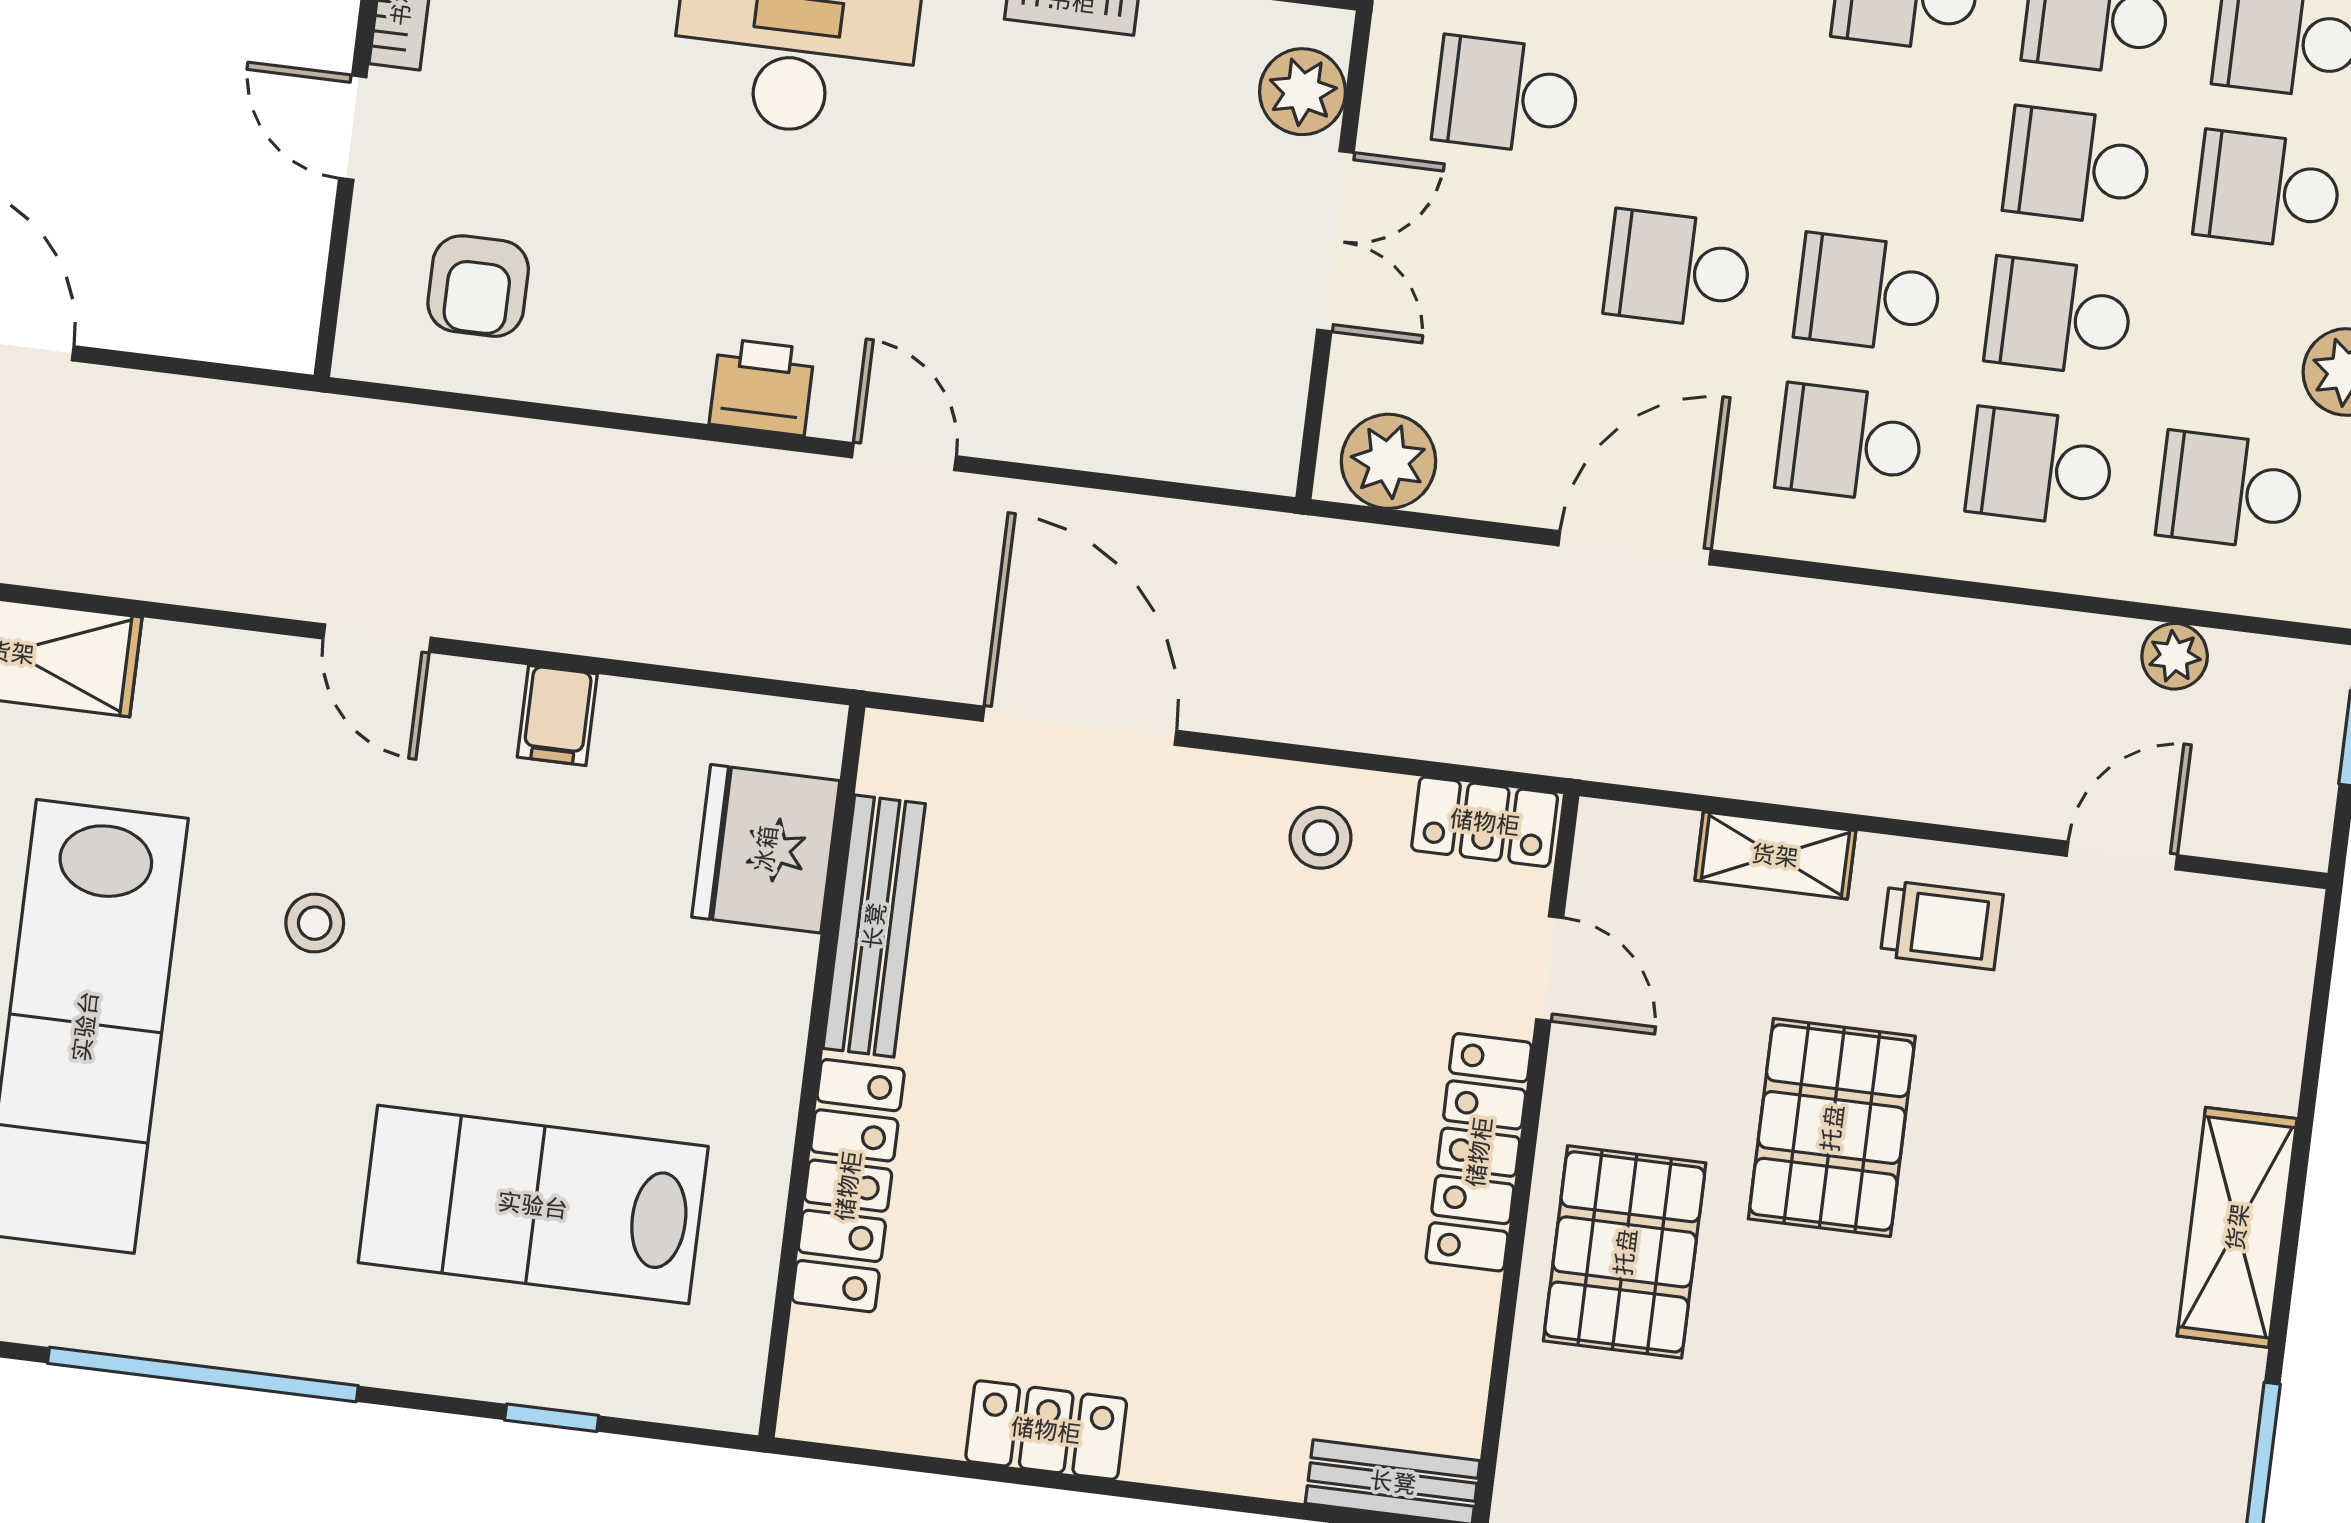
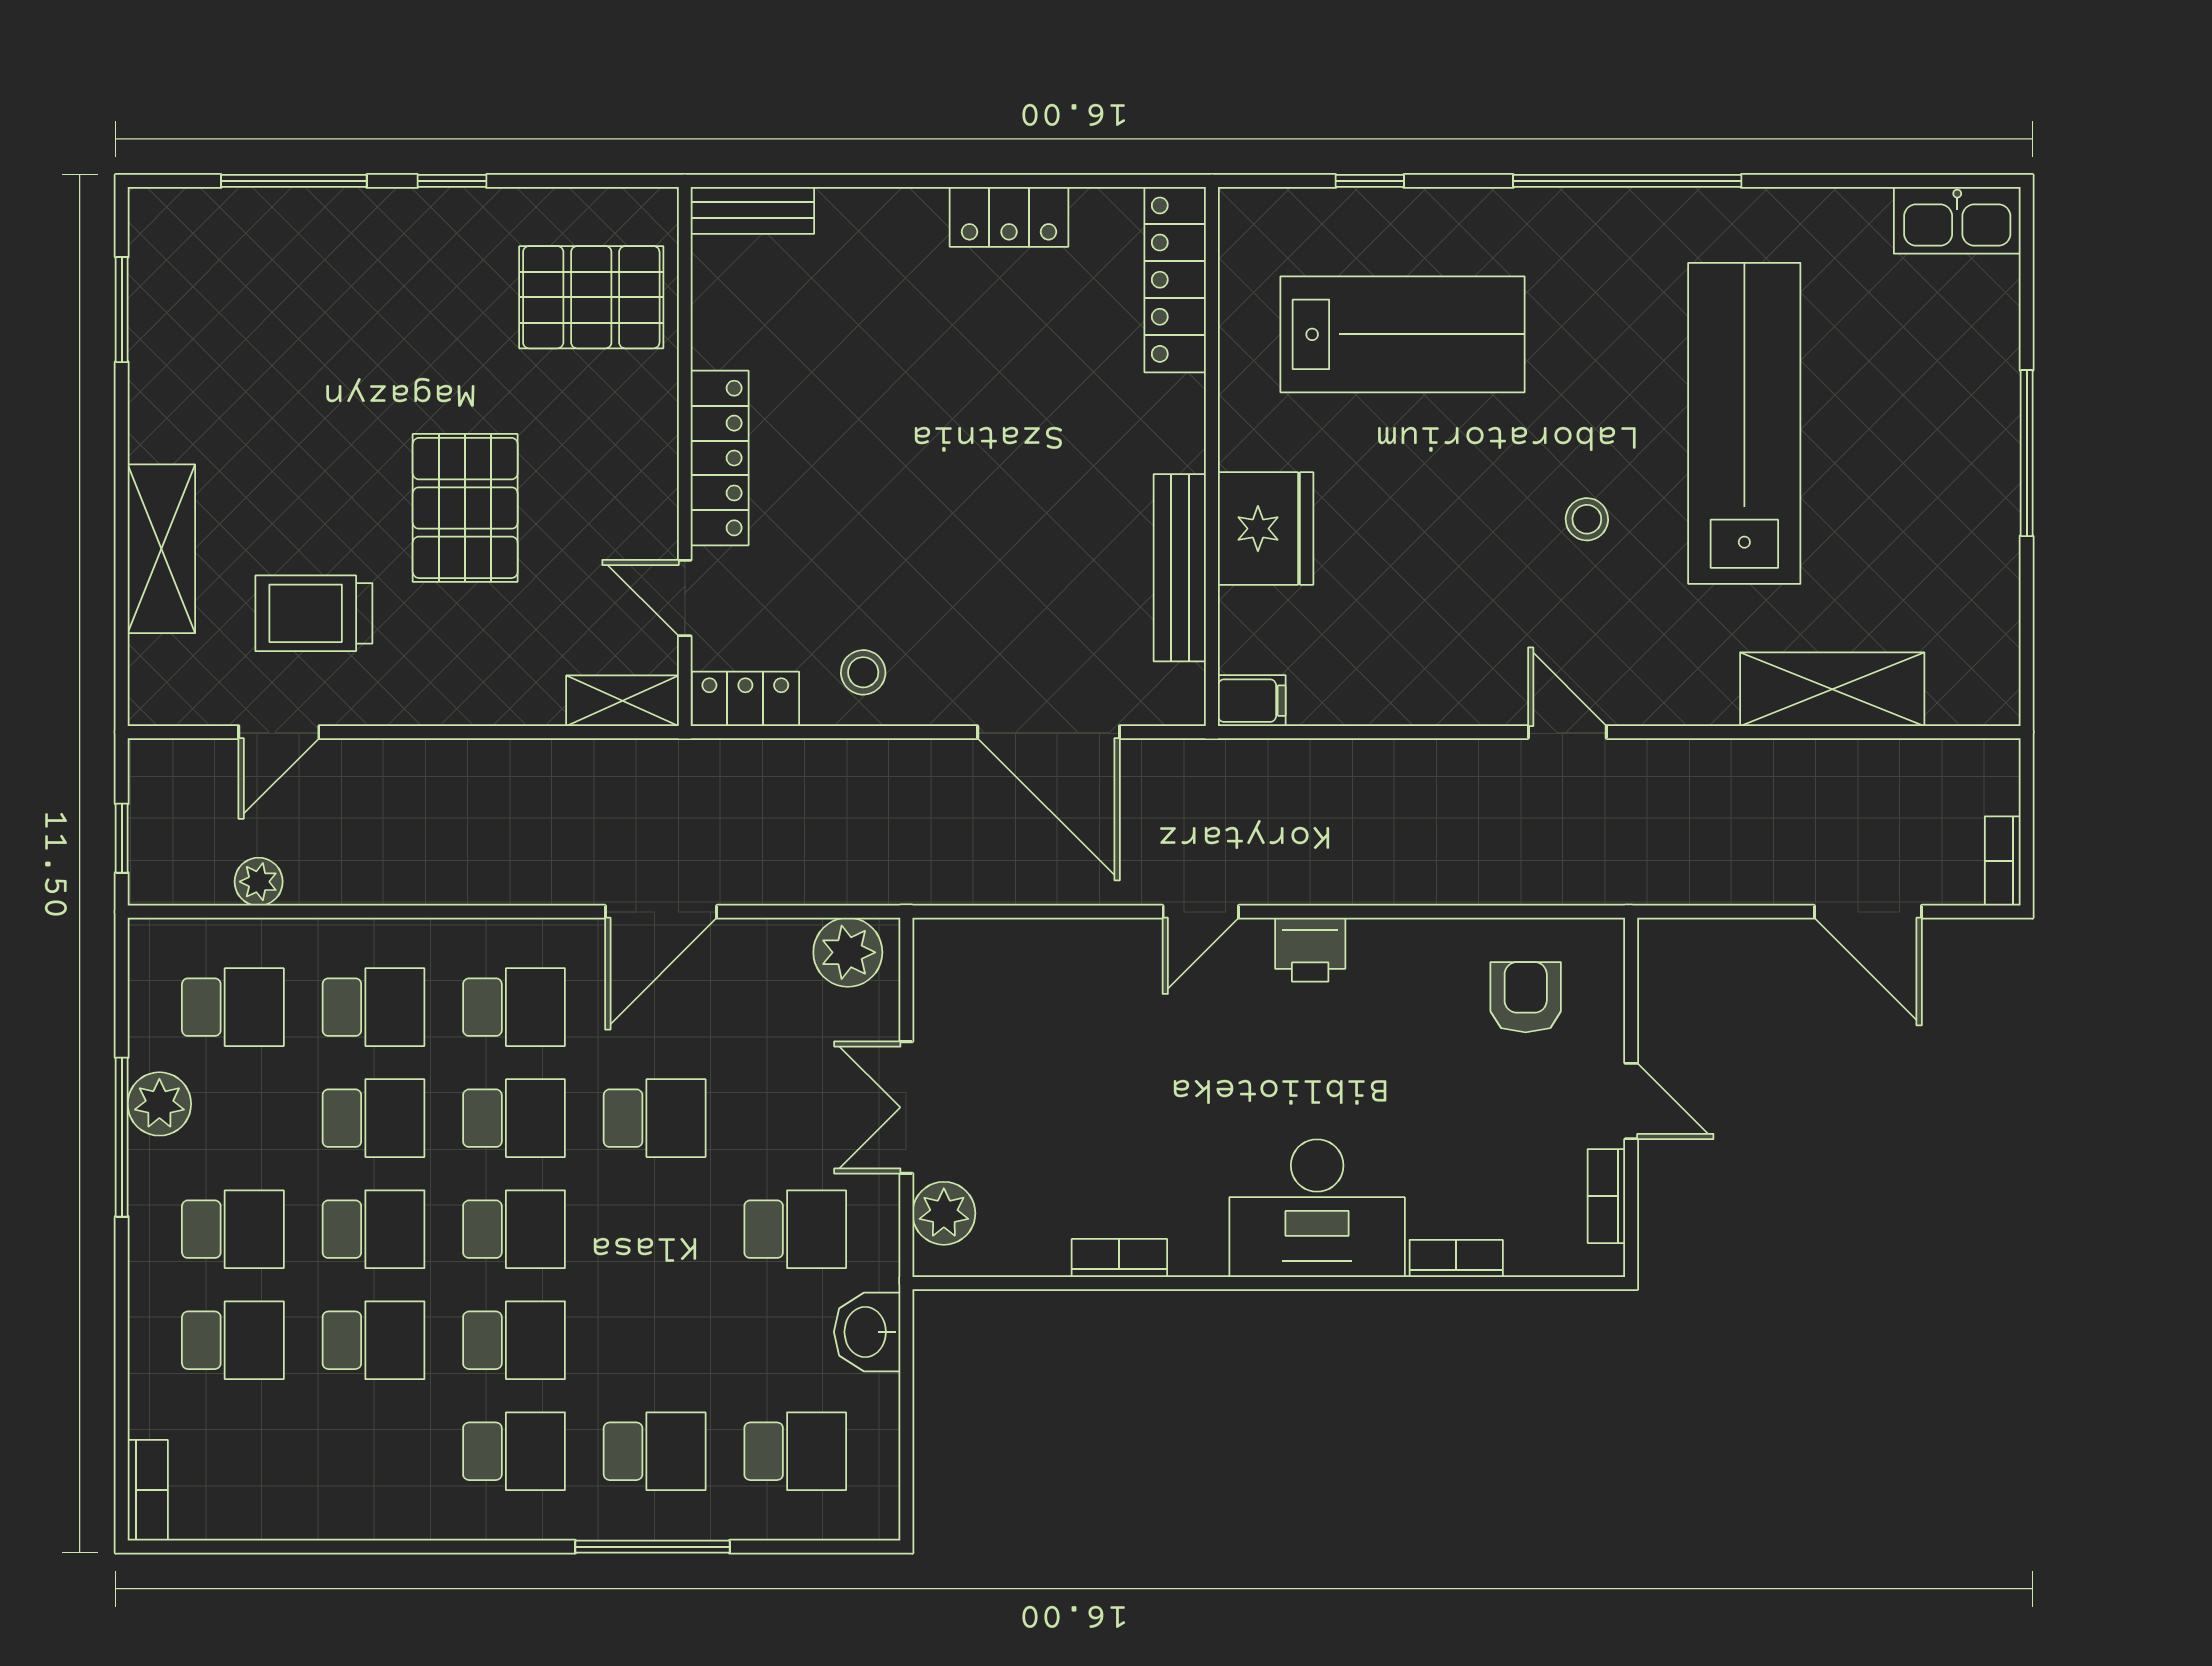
school desk: (1887, 143) -> (514, 1229), added
door: (904, 457) -> (1201, 912), hinge flipped
filing cabinet: (557, 715) -> (1252, 701), moved, turned 90
fridge: (766, 849) -> (1266, 529), moved
shelving: (1775, 855) -> (622, 701), moved
trolley: (1942, 925) -> (314, 613), moved, width x1.36, depth x1.39
locker: (848, 1186) -> (1175, 280), moved
shelving: (2237, 1227) -> (161, 549), moved
pallet: (1625, 1252) -> (591, 297), moved, turned 90

